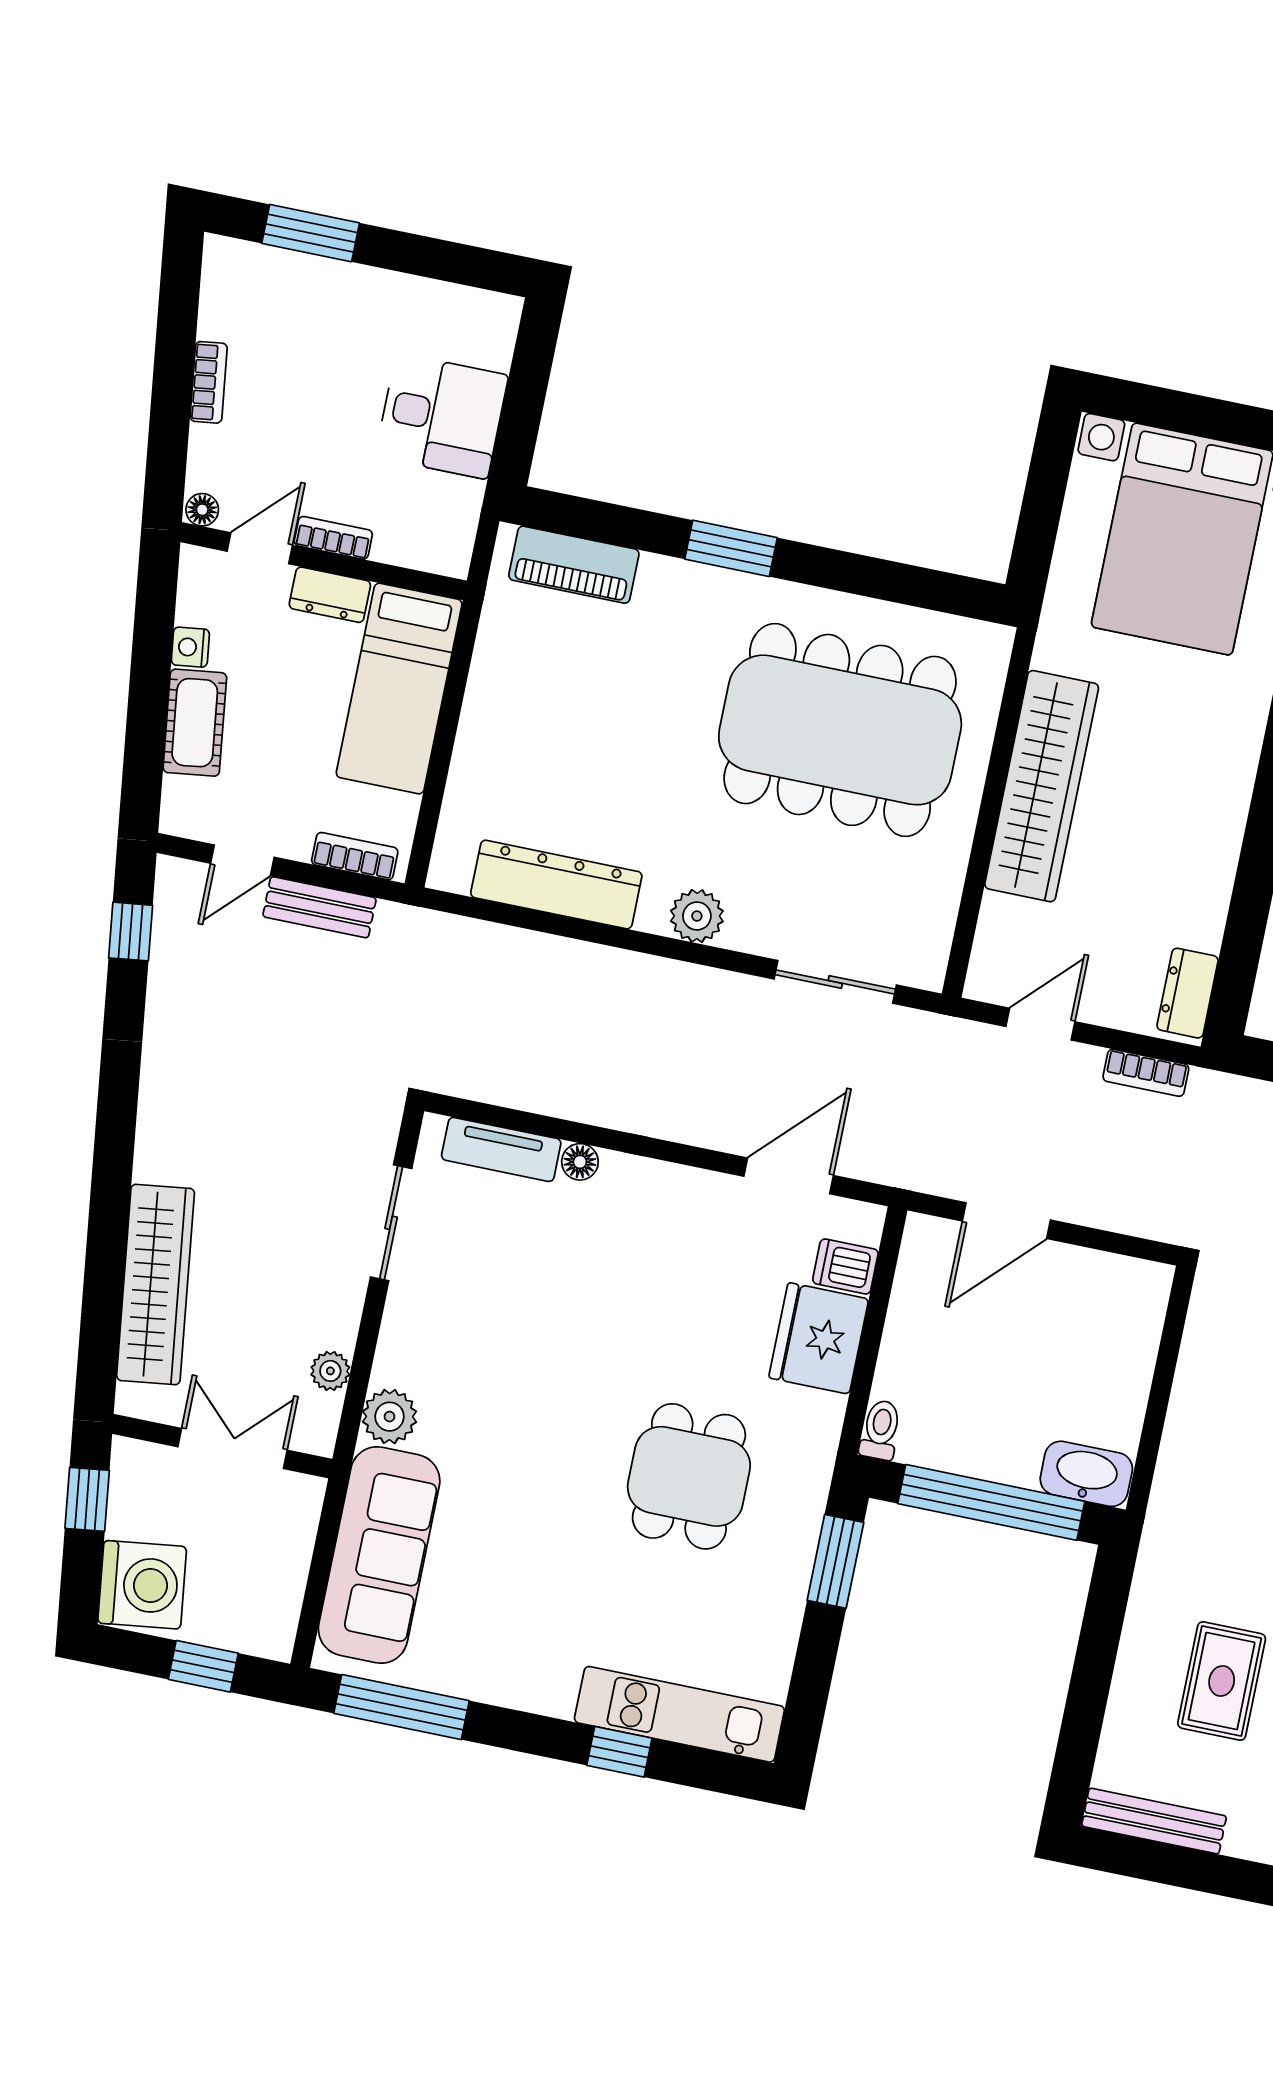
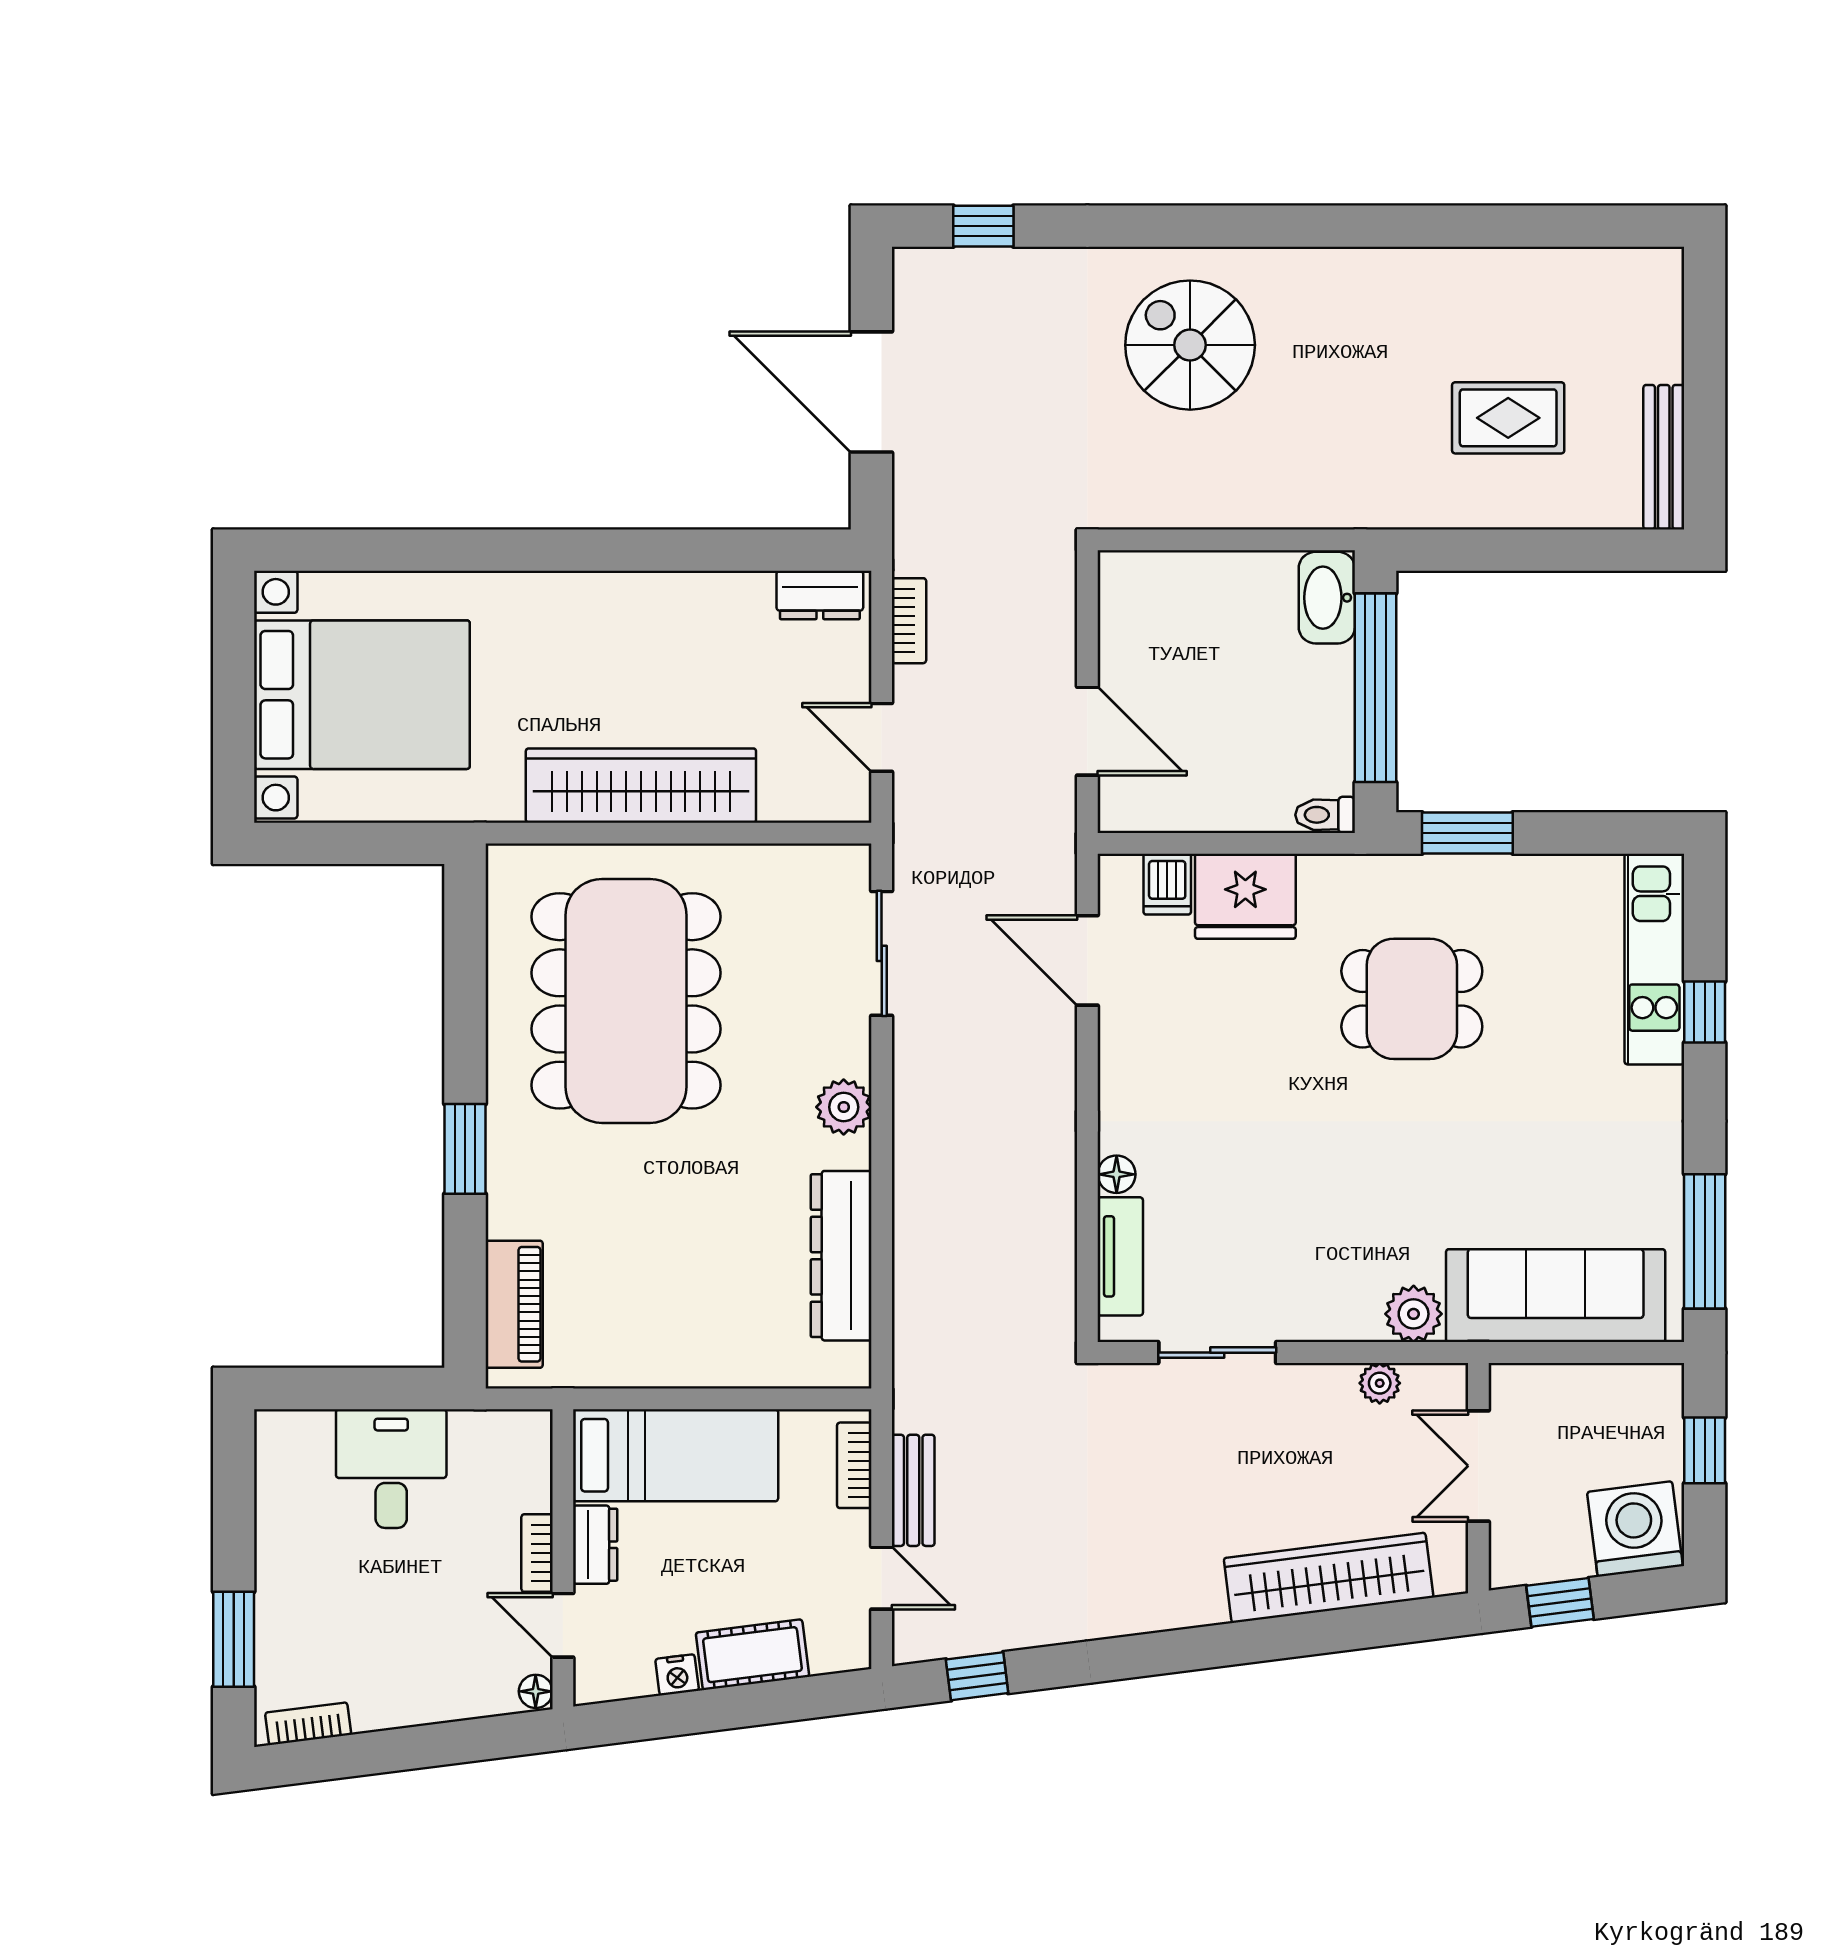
bookcase: (209, 382) -> (308, 1724), moved

